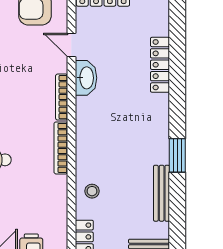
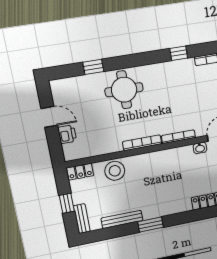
washbasin: (86, 78) -> (200, 148), width x0.52, depth x0.69
stool: (92, 191) -> (115, 171), width x1.89, depth x1.89

